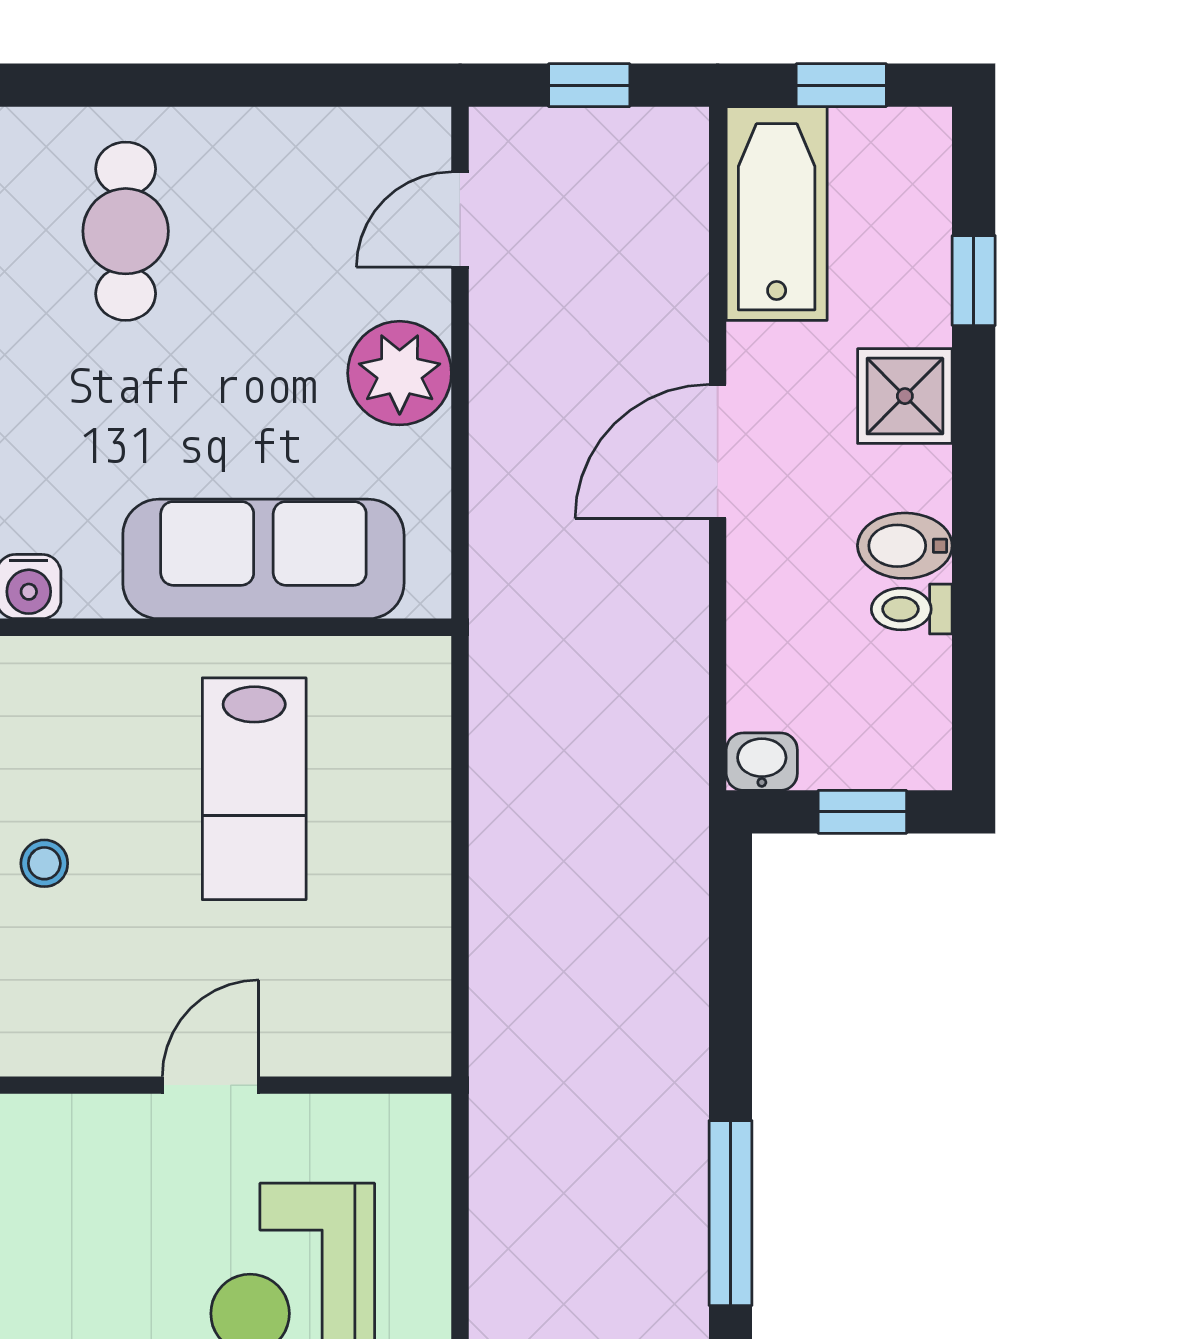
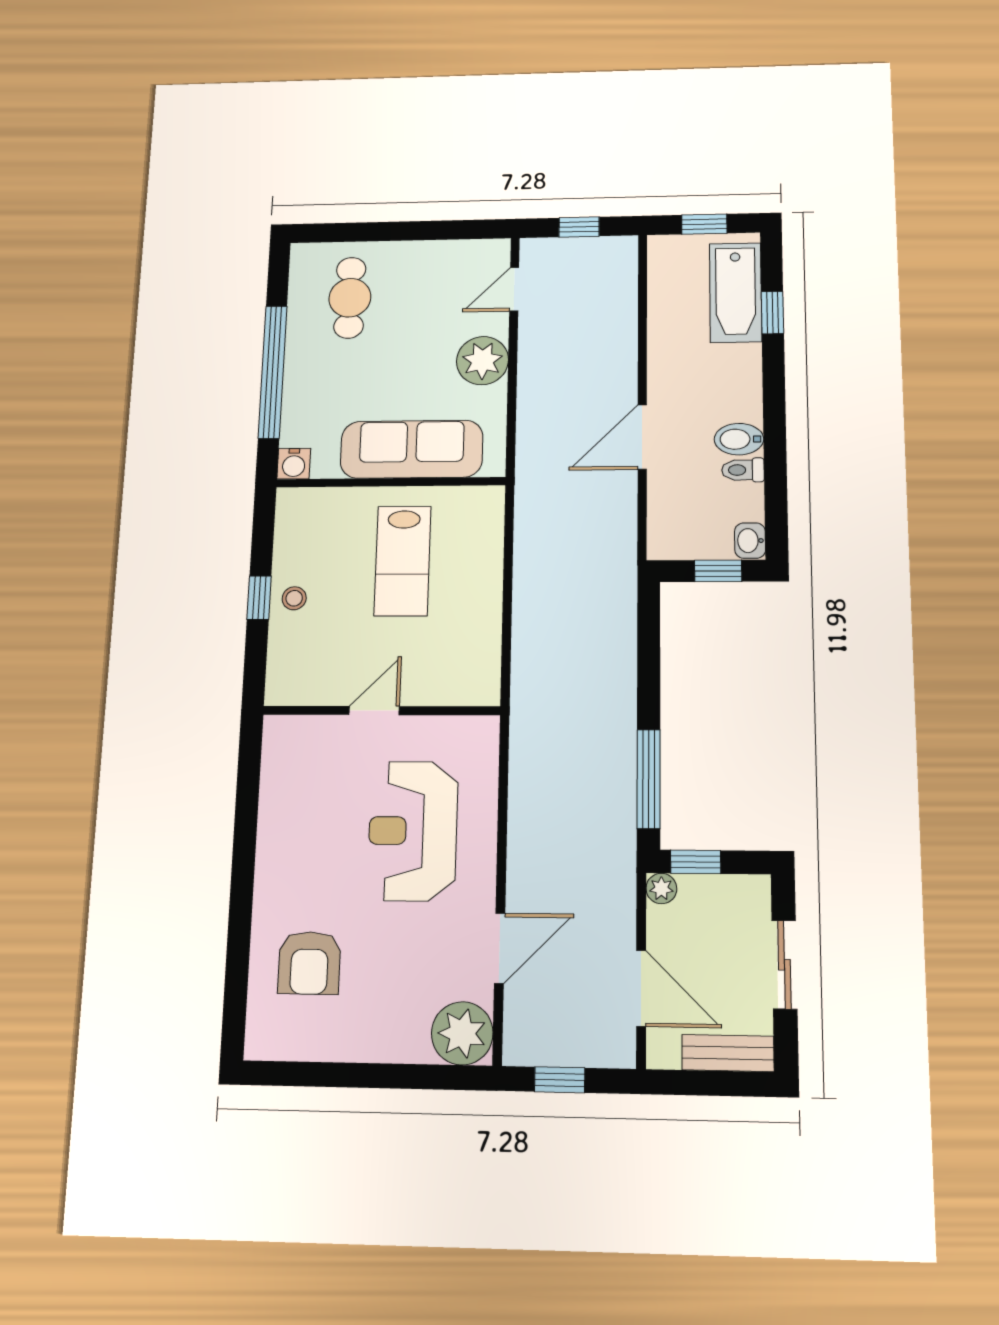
bathtub: (777, 214) -> (735, 293), moved, turned 180
shower: (905, 396) -> (738, 367), removed
door: (718, 451) -> (642, 437), moved
washbasin: (762, 762) -> (750, 541), moved, turned -90

